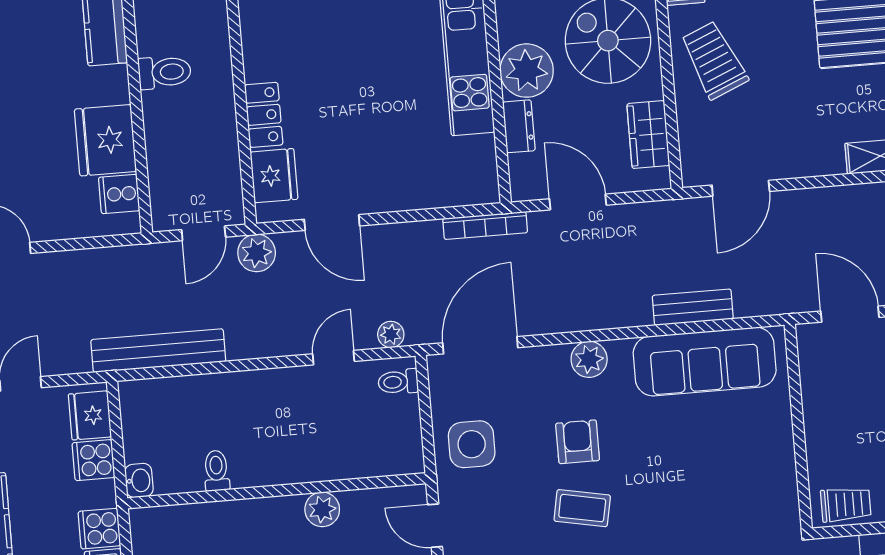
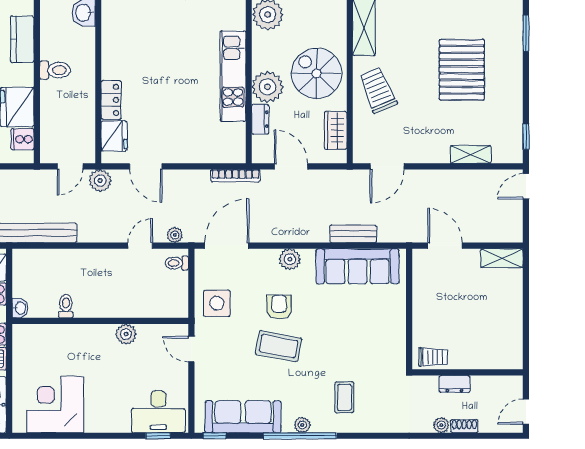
coffee table: (582, 508) -> (278, 346), width x1.36, depth x1.30

